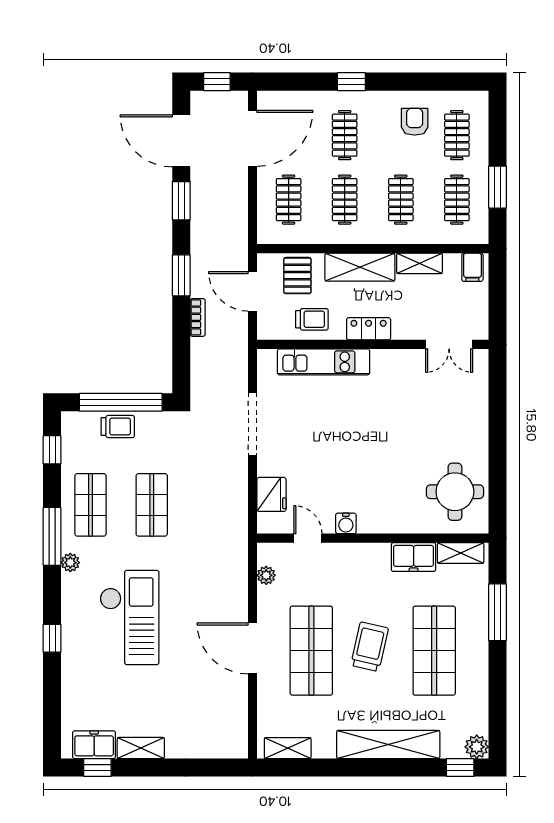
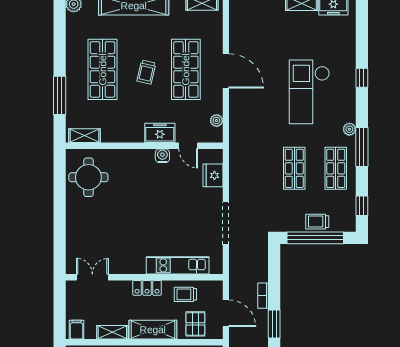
freezer: (414, 557) -> (160, 133), moved
trolley: (370, 647) -> (146, 72), width x0.73, depth x0.72

